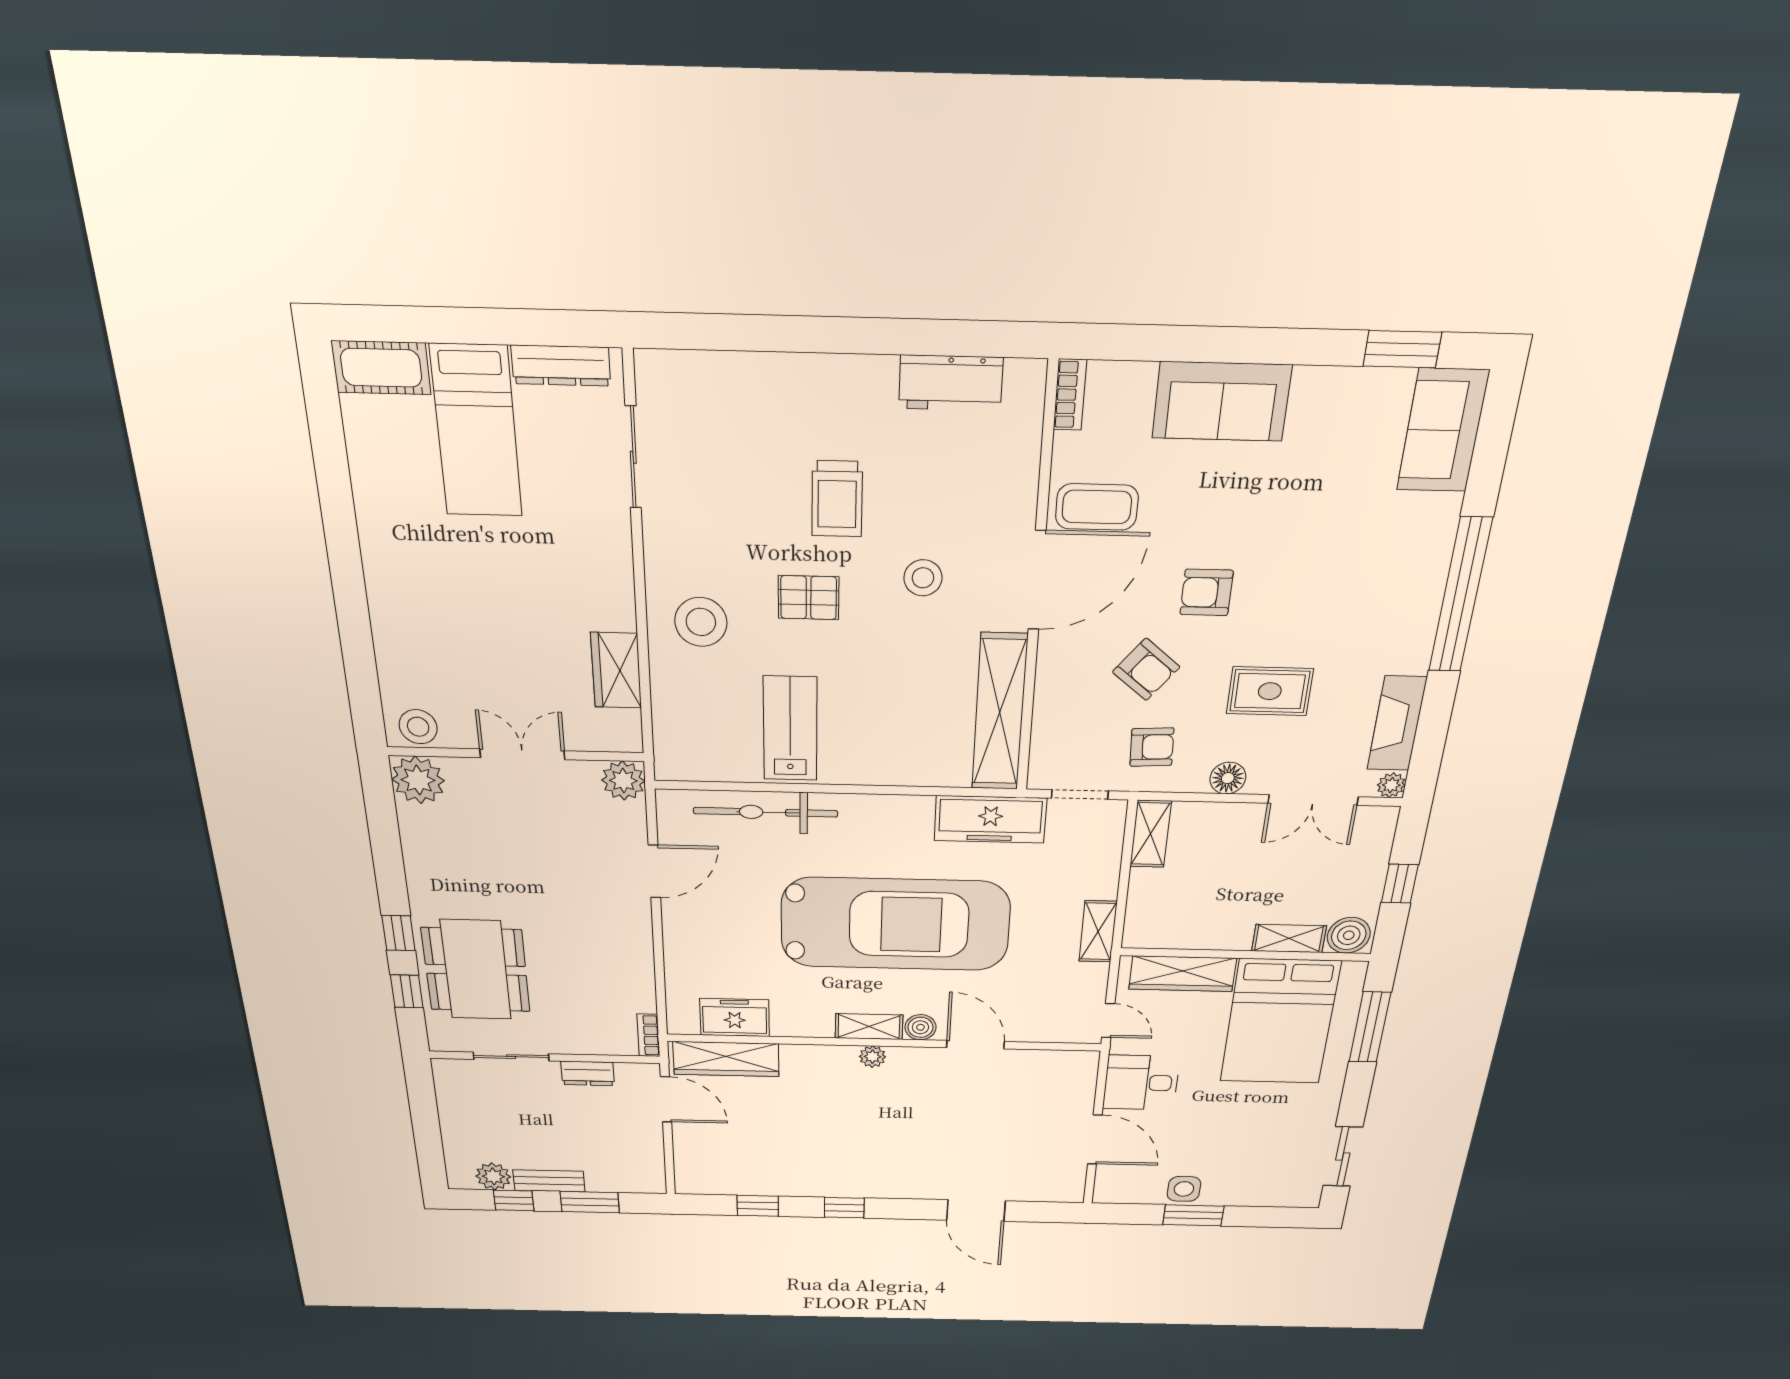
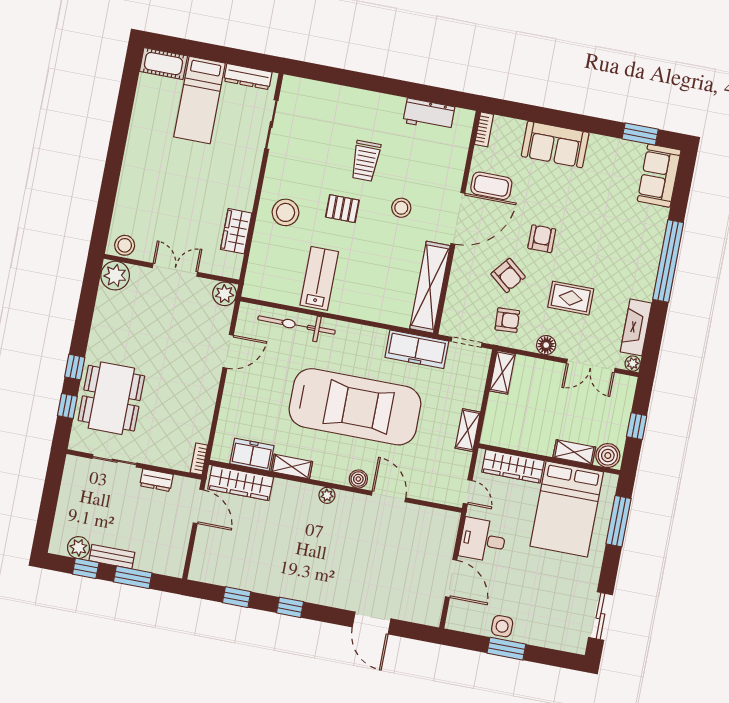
armchair: (1207, 593) -> (542, 239), turned 90
shelving: (869, 1026) -> (292, 467), moved

